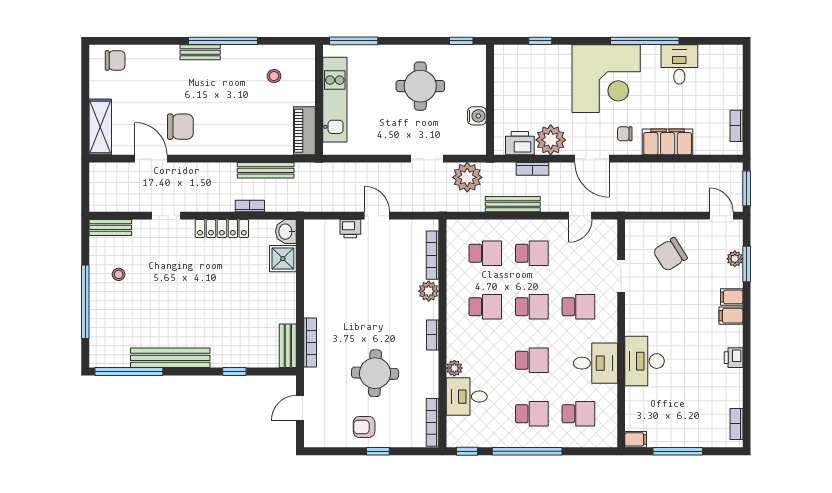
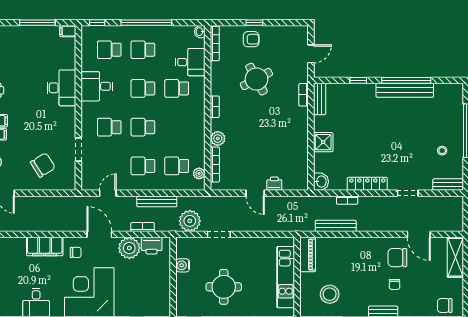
stool: (274, 76) -> (330, 294), width x1.89, depth x1.89
chair: (184, 90) -> (395, 284), added
shower: (283, 259) -> (323, 142), moved
school desk: (485, 307) -> (177, 88), moved
bookcase: (310, 343) -> (303, 95), width x0.64
plant: (454, 368) -> (199, 173), moved
window: (129, 371) -> (406, 80), moved
round table: (375, 373) -> (256, 79), turned -30
armchair: (364, 427) -> (251, 39), moved
washbasin: (453, 439) -> (200, 32), added
window: (467, 451) -> (97, 23), moved

